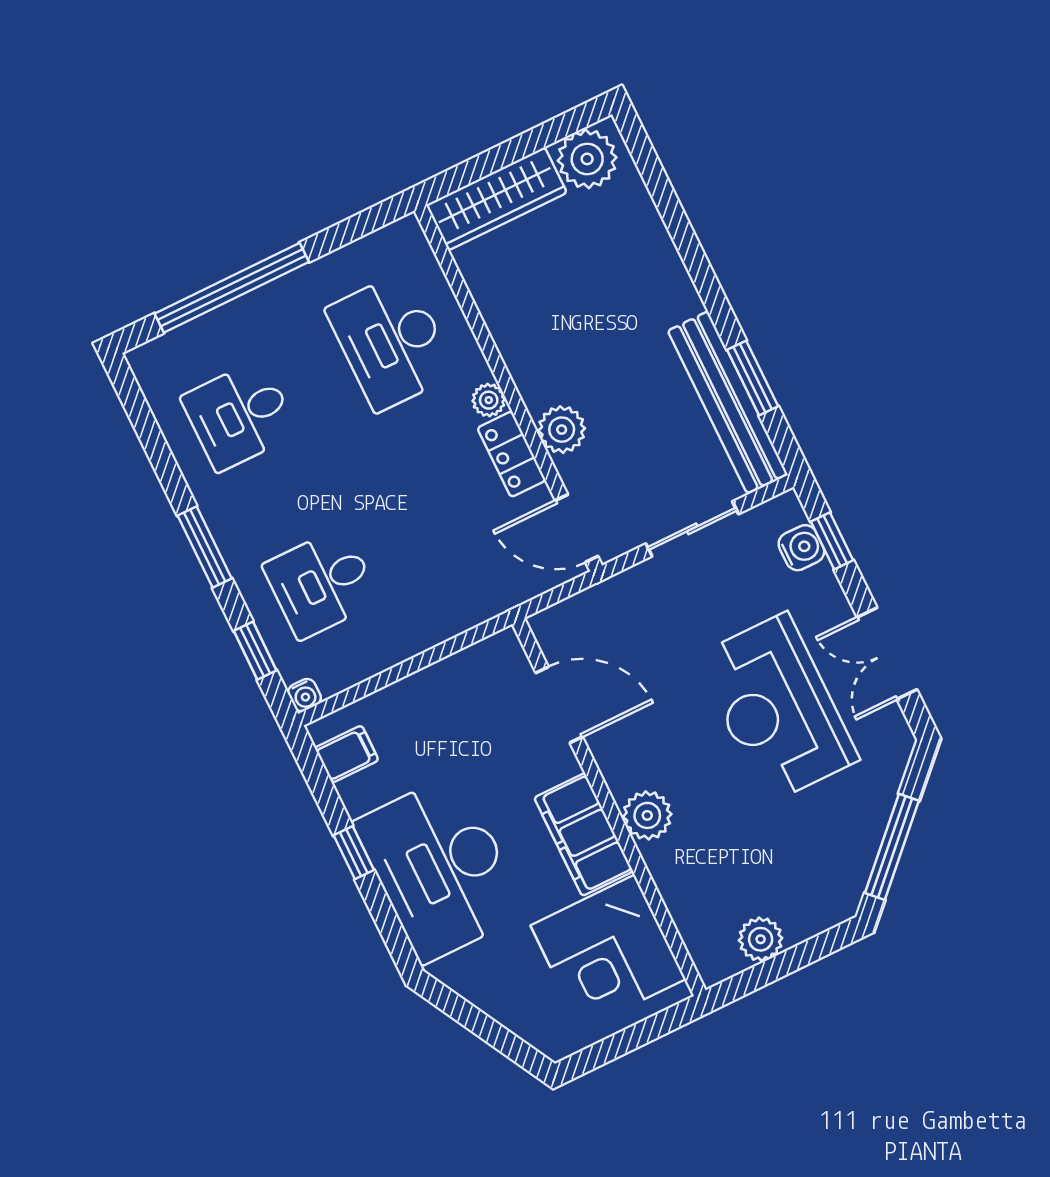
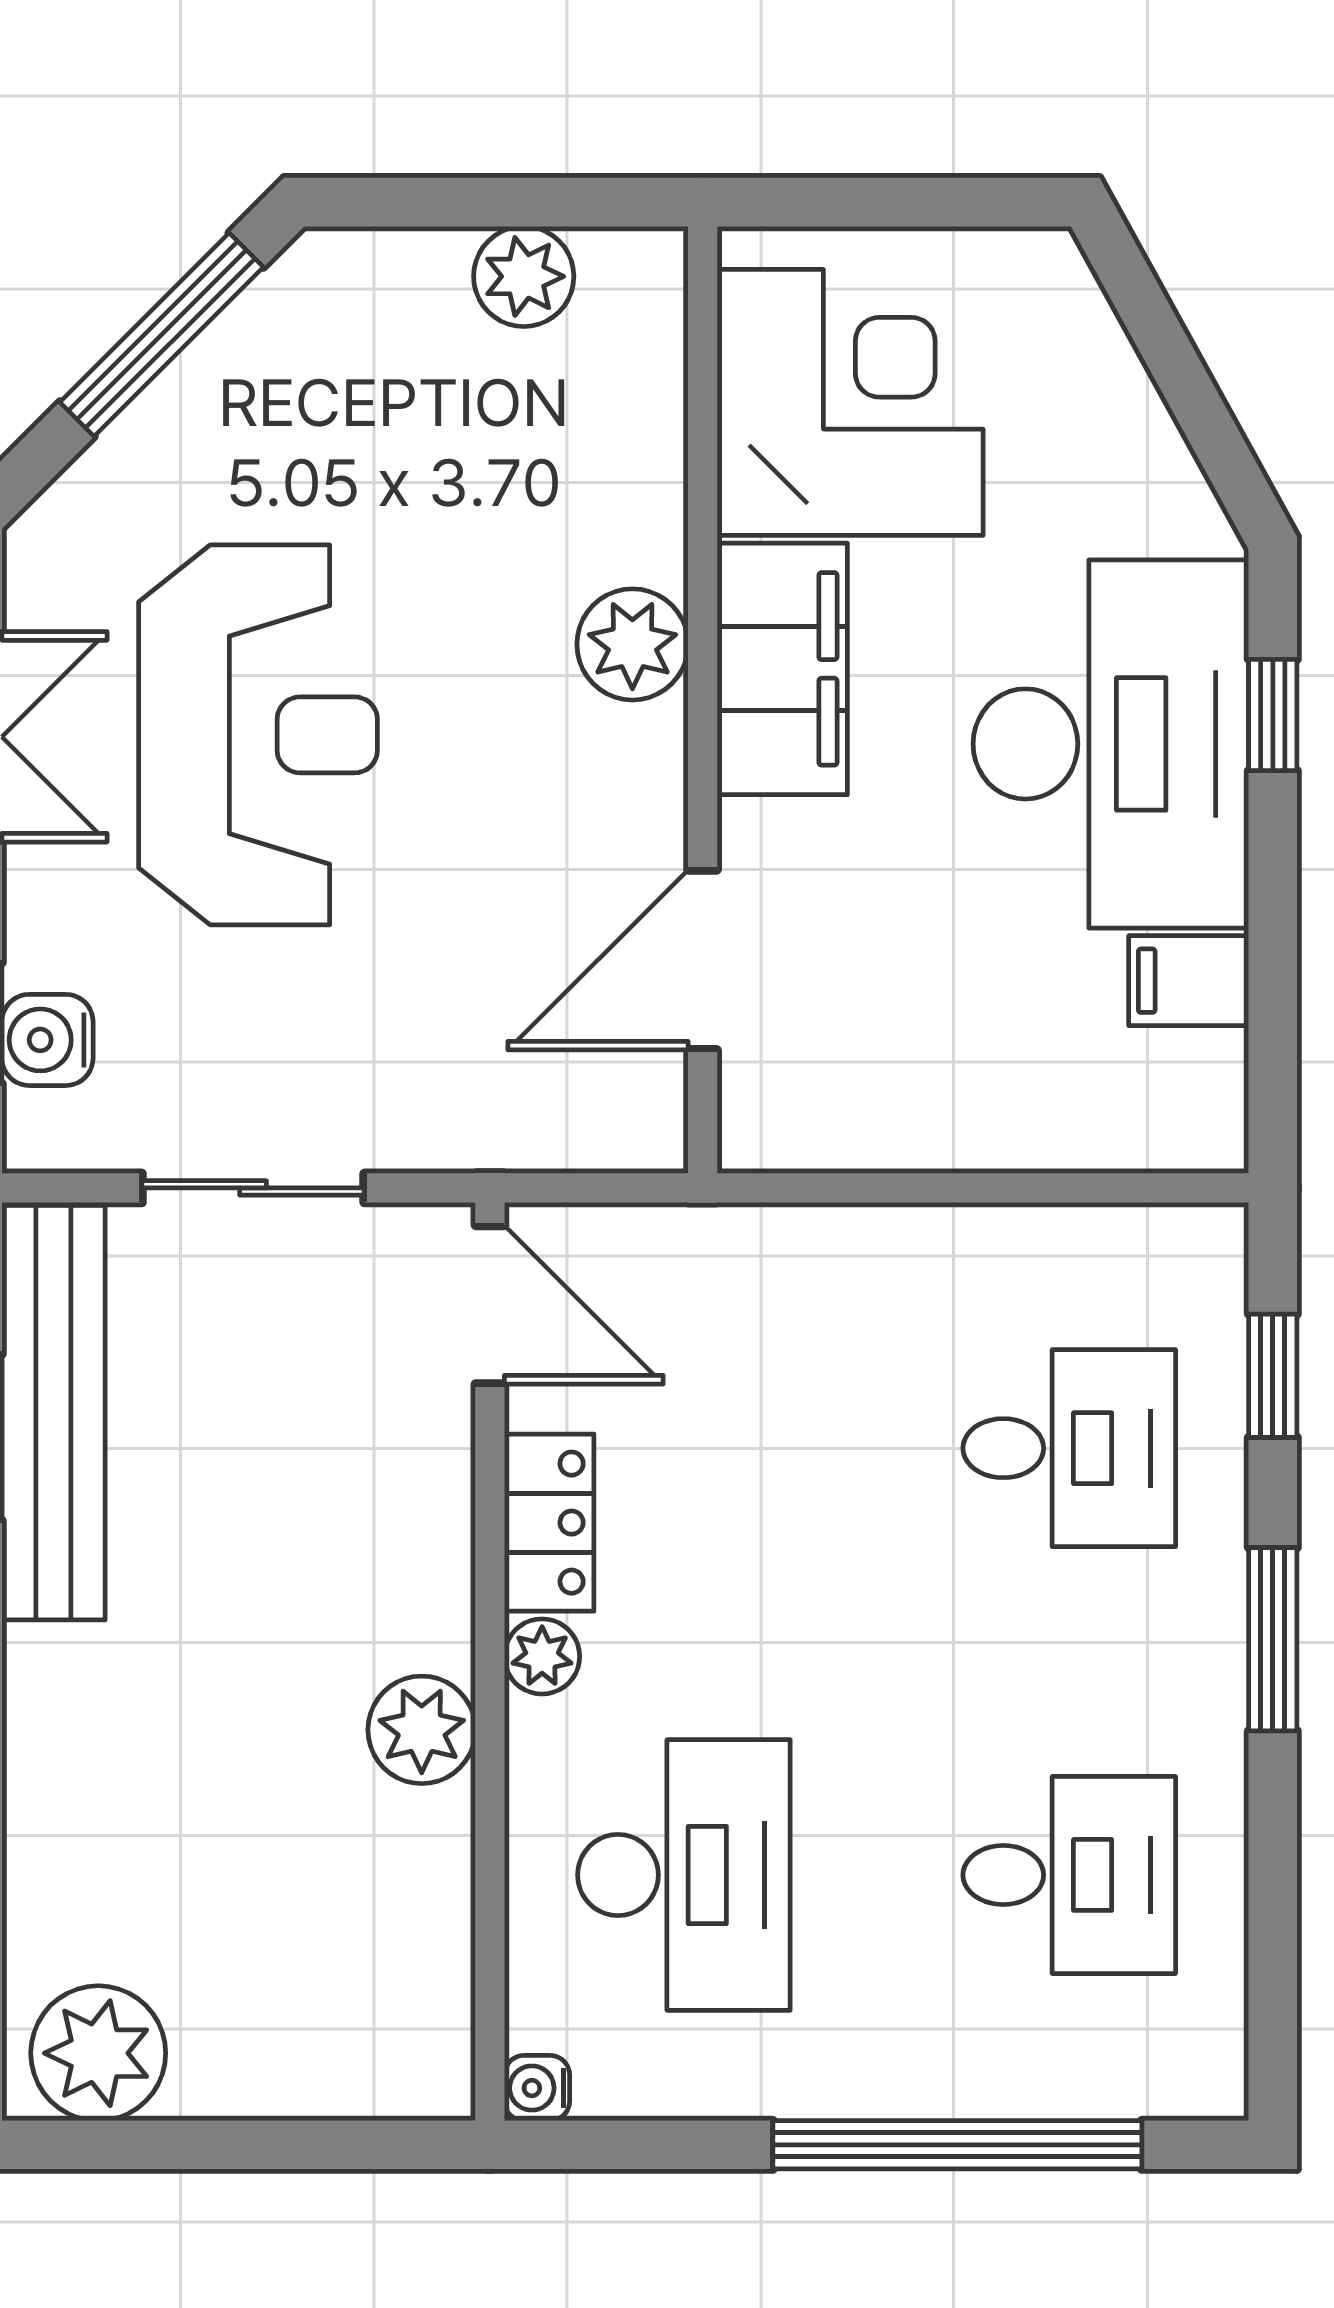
wardrobe: (496, 199) -> (324, 2062), removed
plant: (562, 430) -> (422, 1730), moved
water cooler: (304, 695) -> (537, 2088), moved, turned -90
door: (559, 705) -> (703, 960), hinge flipped
filing cabinet: (347, 754) -> (1189, 981), moved
window: (354, 853) -> (1273, 715), moved

